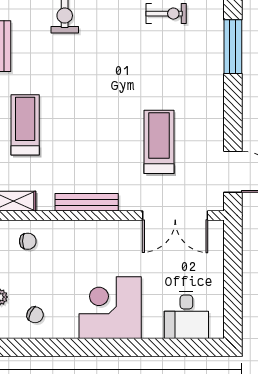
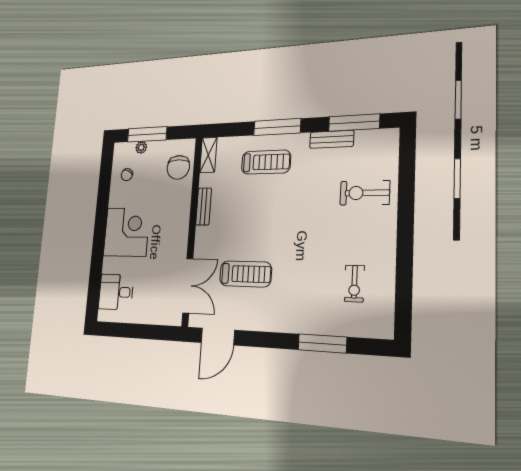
bench: (87, 202) -> (204, 207), width x0.73
double door: (175, 215) -> (188, 286), swing flipped
chair: (28, 241) -> (178, 167), width x1.87, depth x1.87

